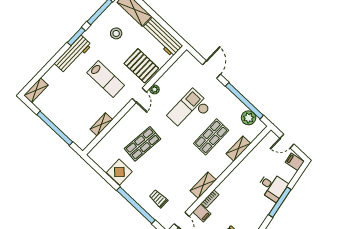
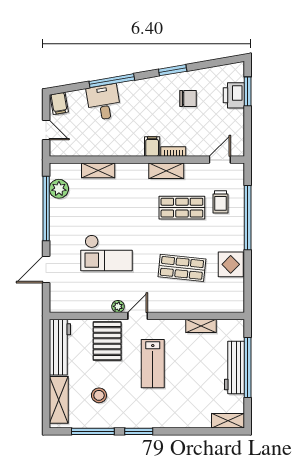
workbench: (73, 54) -> (235, 368), moved, turned -90
lab bench: (106, 79) -> (153, 364), turned 180
shop shelf: (211, 137) -> (182, 208), moved
filing cabinet: (202, 213) -> (152, 146), moved

